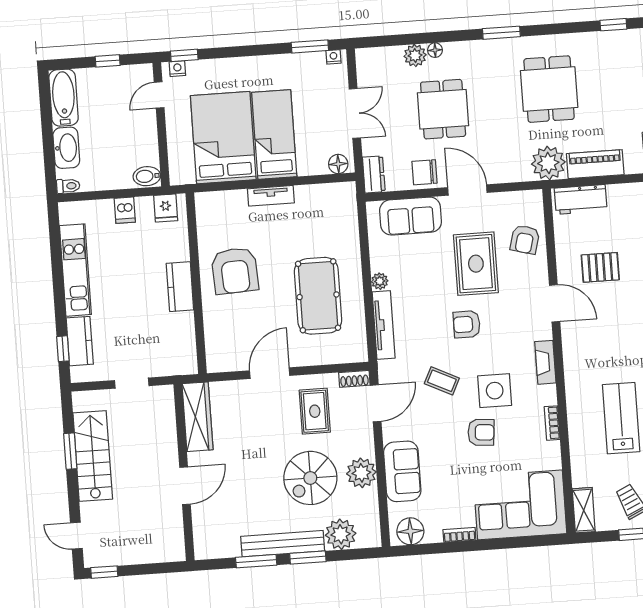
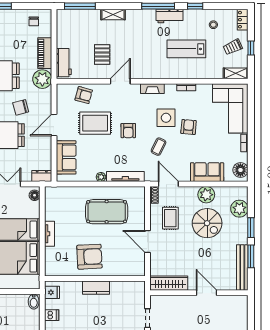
chair: (424, 172) -> (21, 107), moved, turned 75
rug: (315, 411) -> (170, 218), turned 90
bench: (283, 544) -> (242, 268), moved

